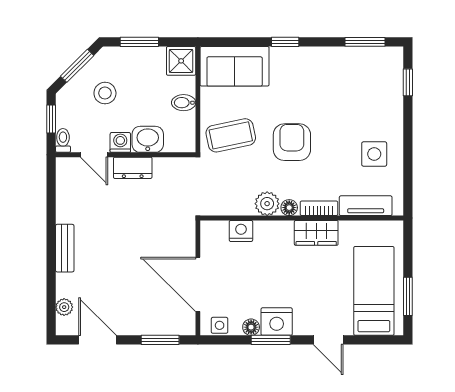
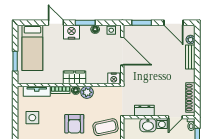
door: (94, 155) -> (175, 117), swing flipped
dresser: (133, 168) -> (144, 111), moved
shoe rack: (65, 193) -> (190, 98), added
nightstand: (241, 231) -> (114, 78), moved
wardrobe: (316, 233) -> (74, 77), moved
bench: (65, 248) -> (190, 57), moved
window: (408, 296) -> (15, 61), moved
nightstand: (277, 322) -> (72, 32), moved

